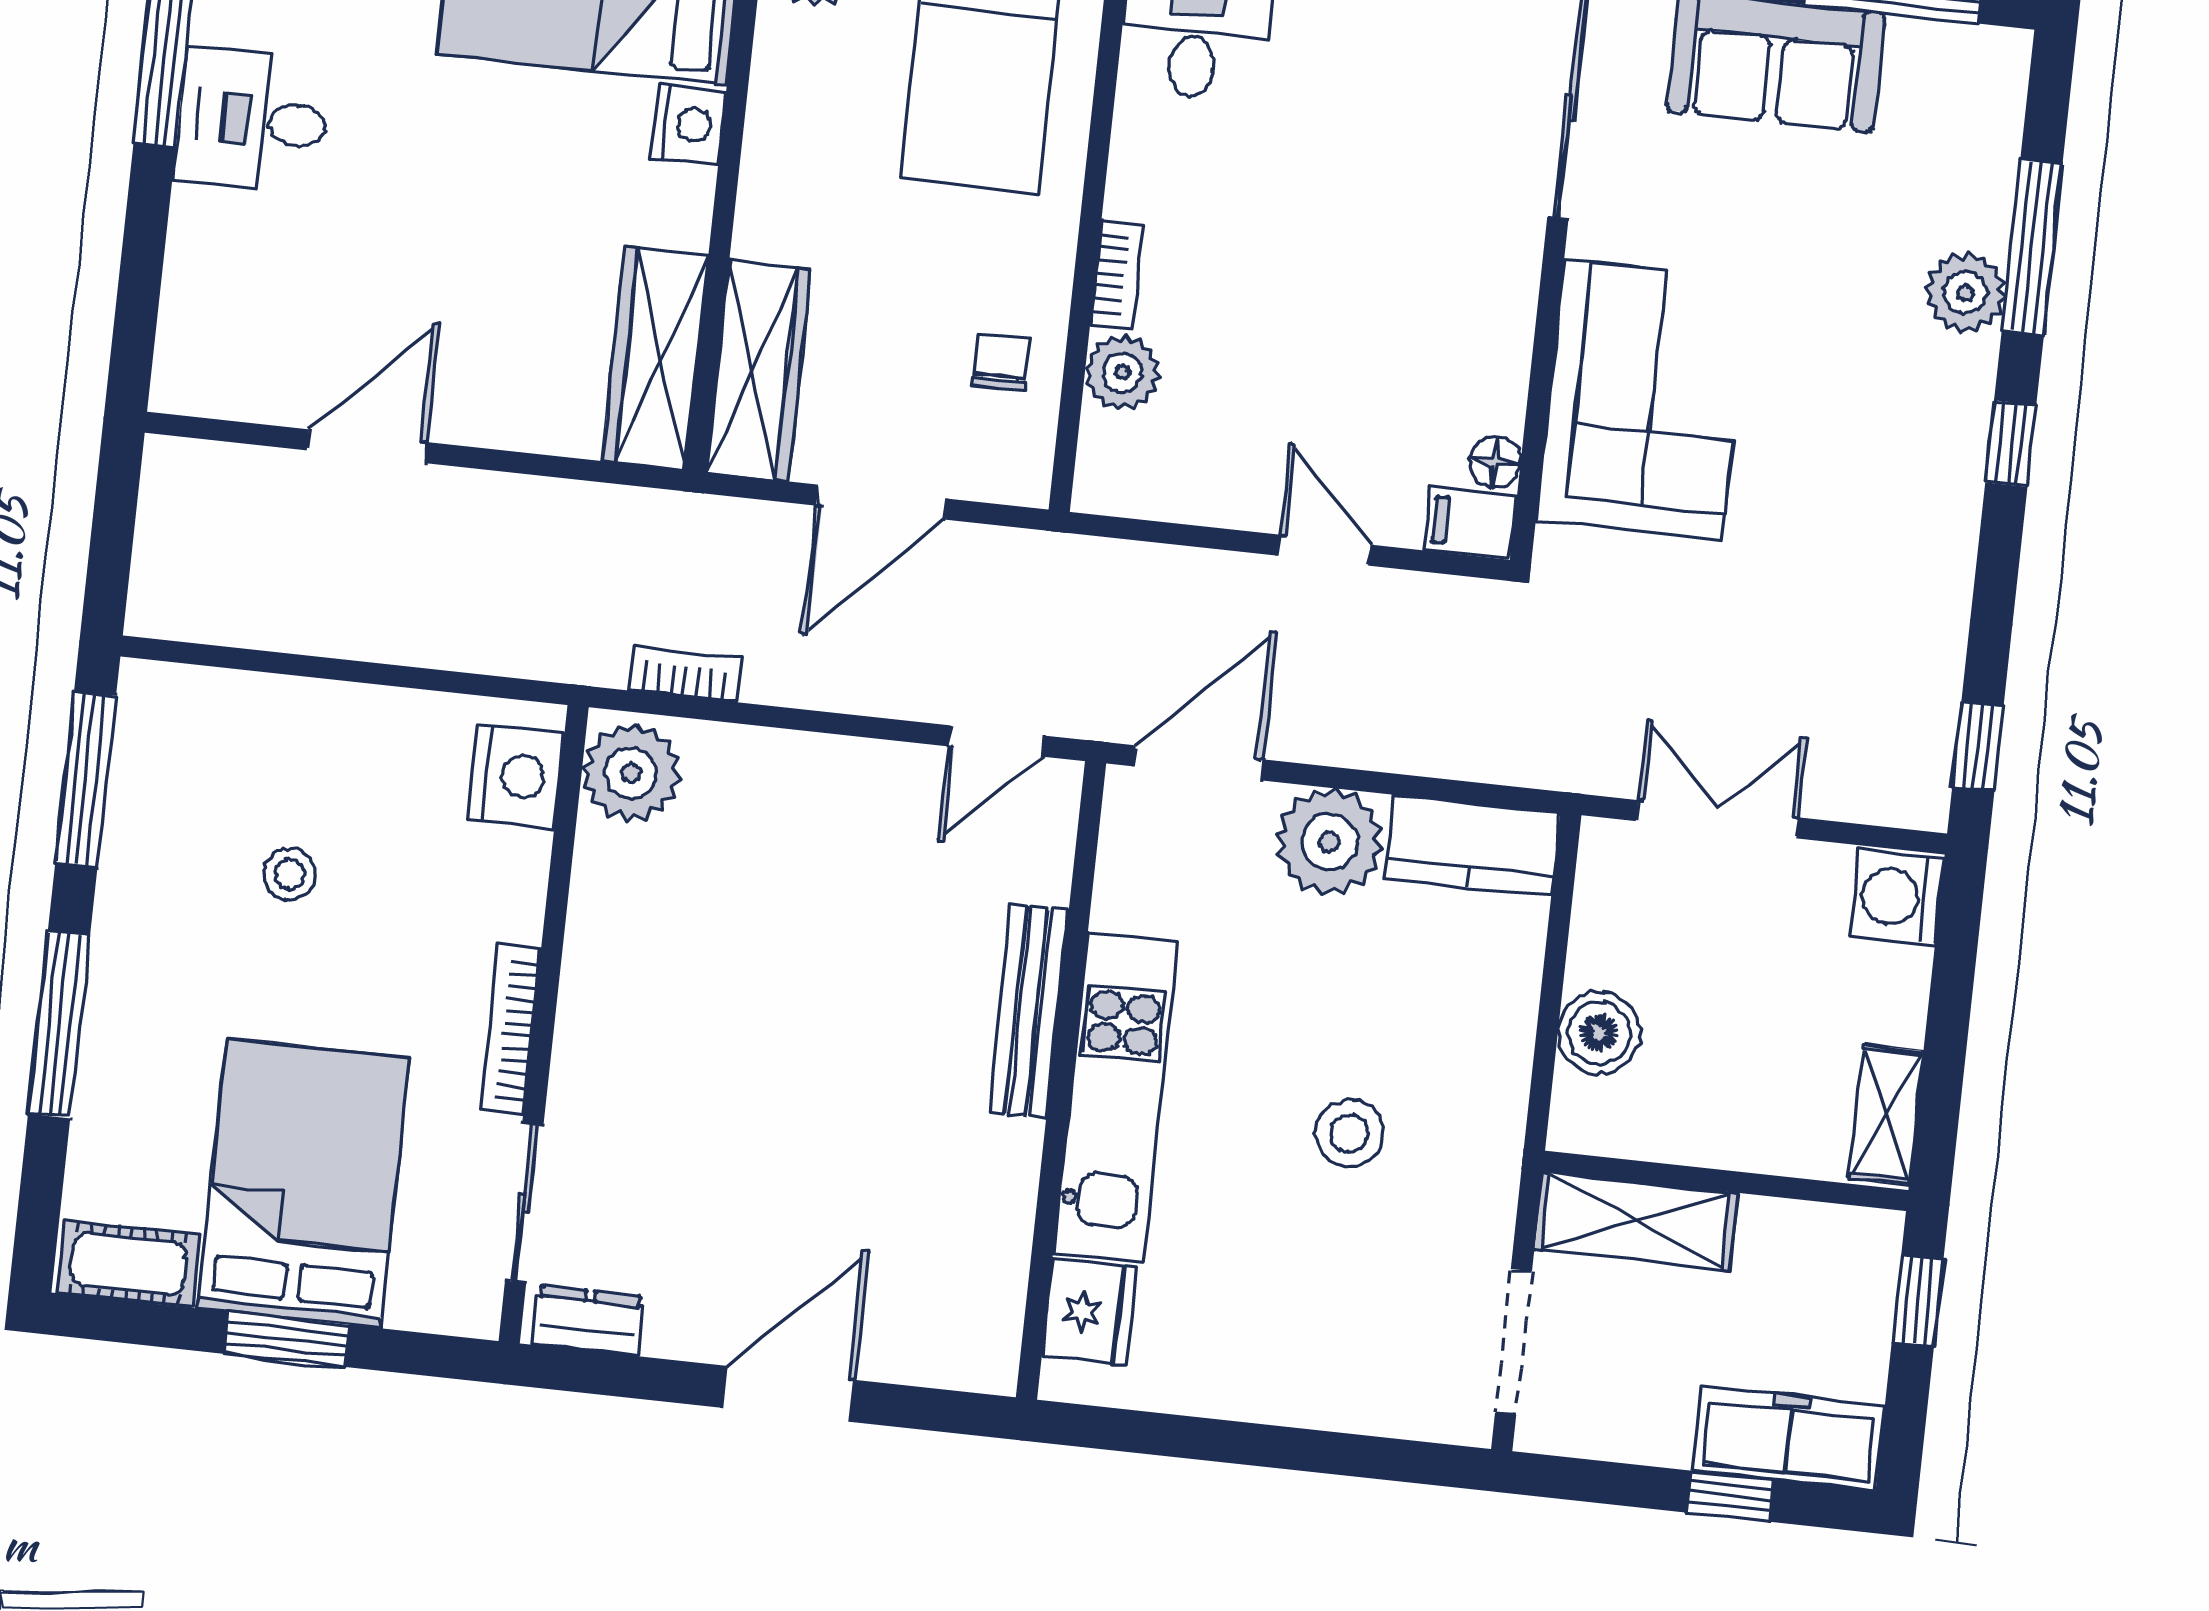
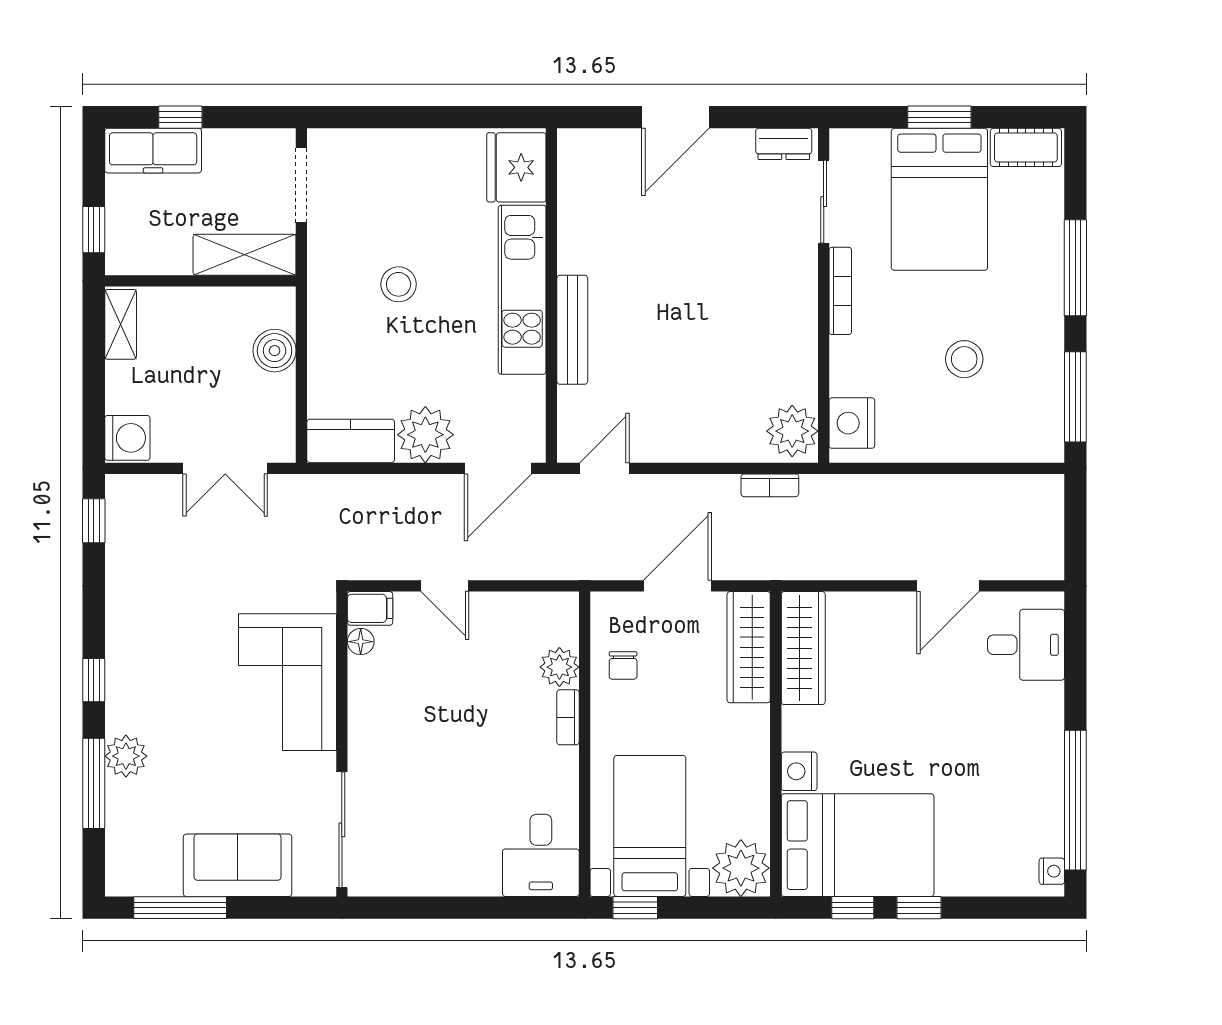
desk: (252, 120) -> (1026, 645), moved
stool: (289, 874) -> (964, 359), width x1.37, depth x1.37
fridge: (1089, 1312) -> (516, 167), width x1.36, depth x1.34

